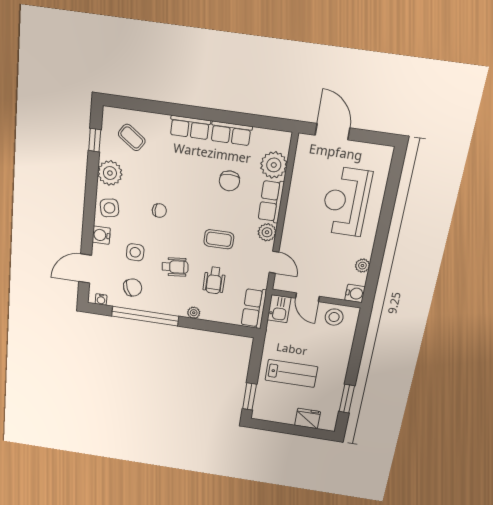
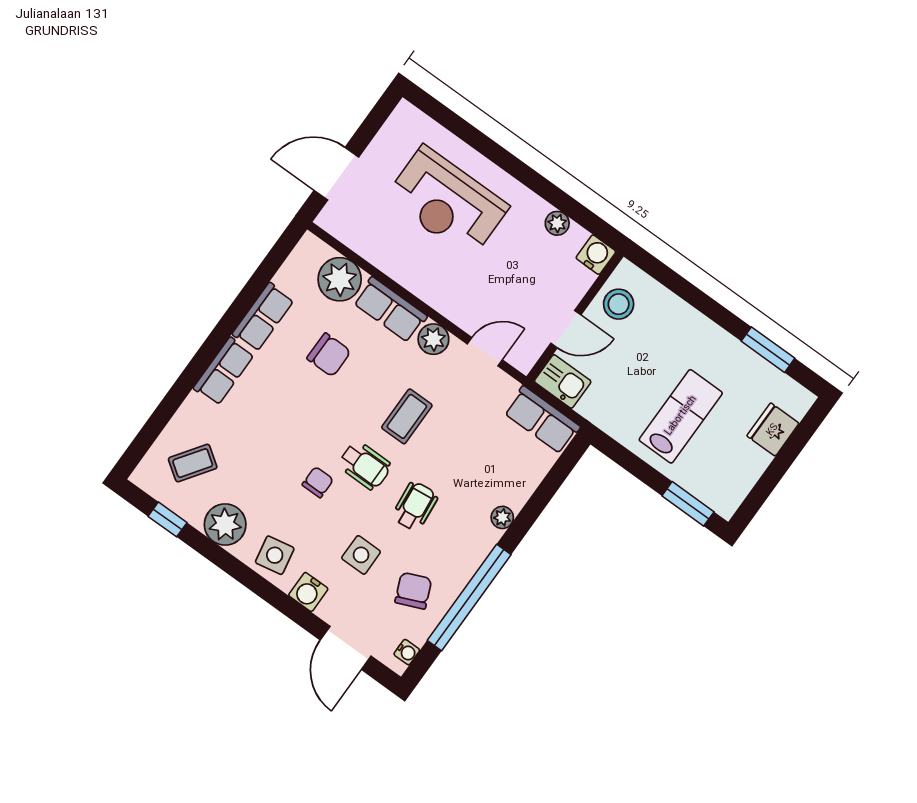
wheelchair: (214, 280) -> (365, 465), moved

